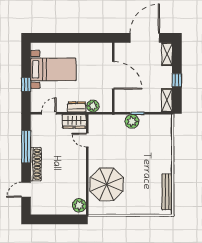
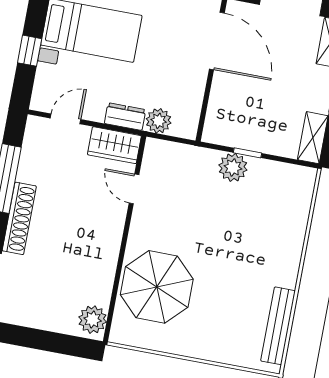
door: (113, 75) -> (217, 41), moved

